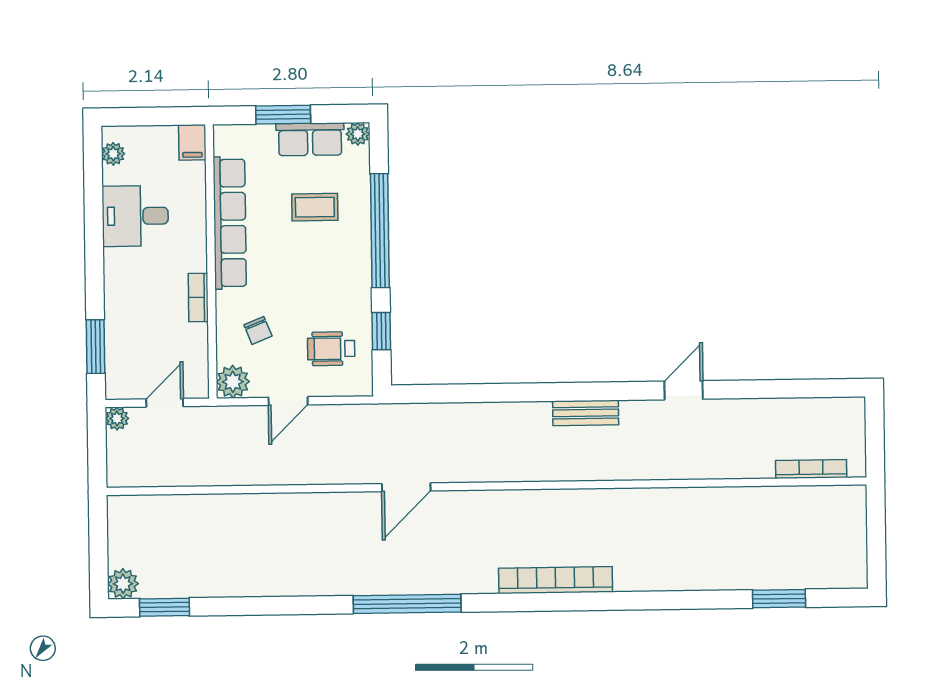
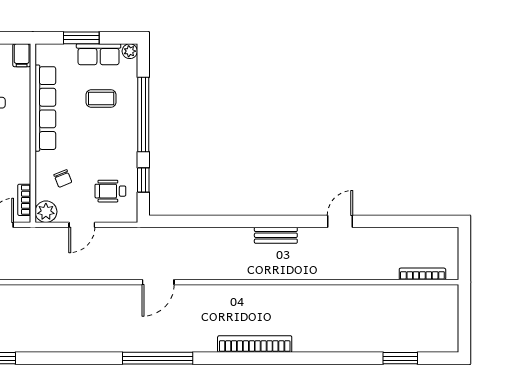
bookcase: (198, 297) -> (24, 200), moved

